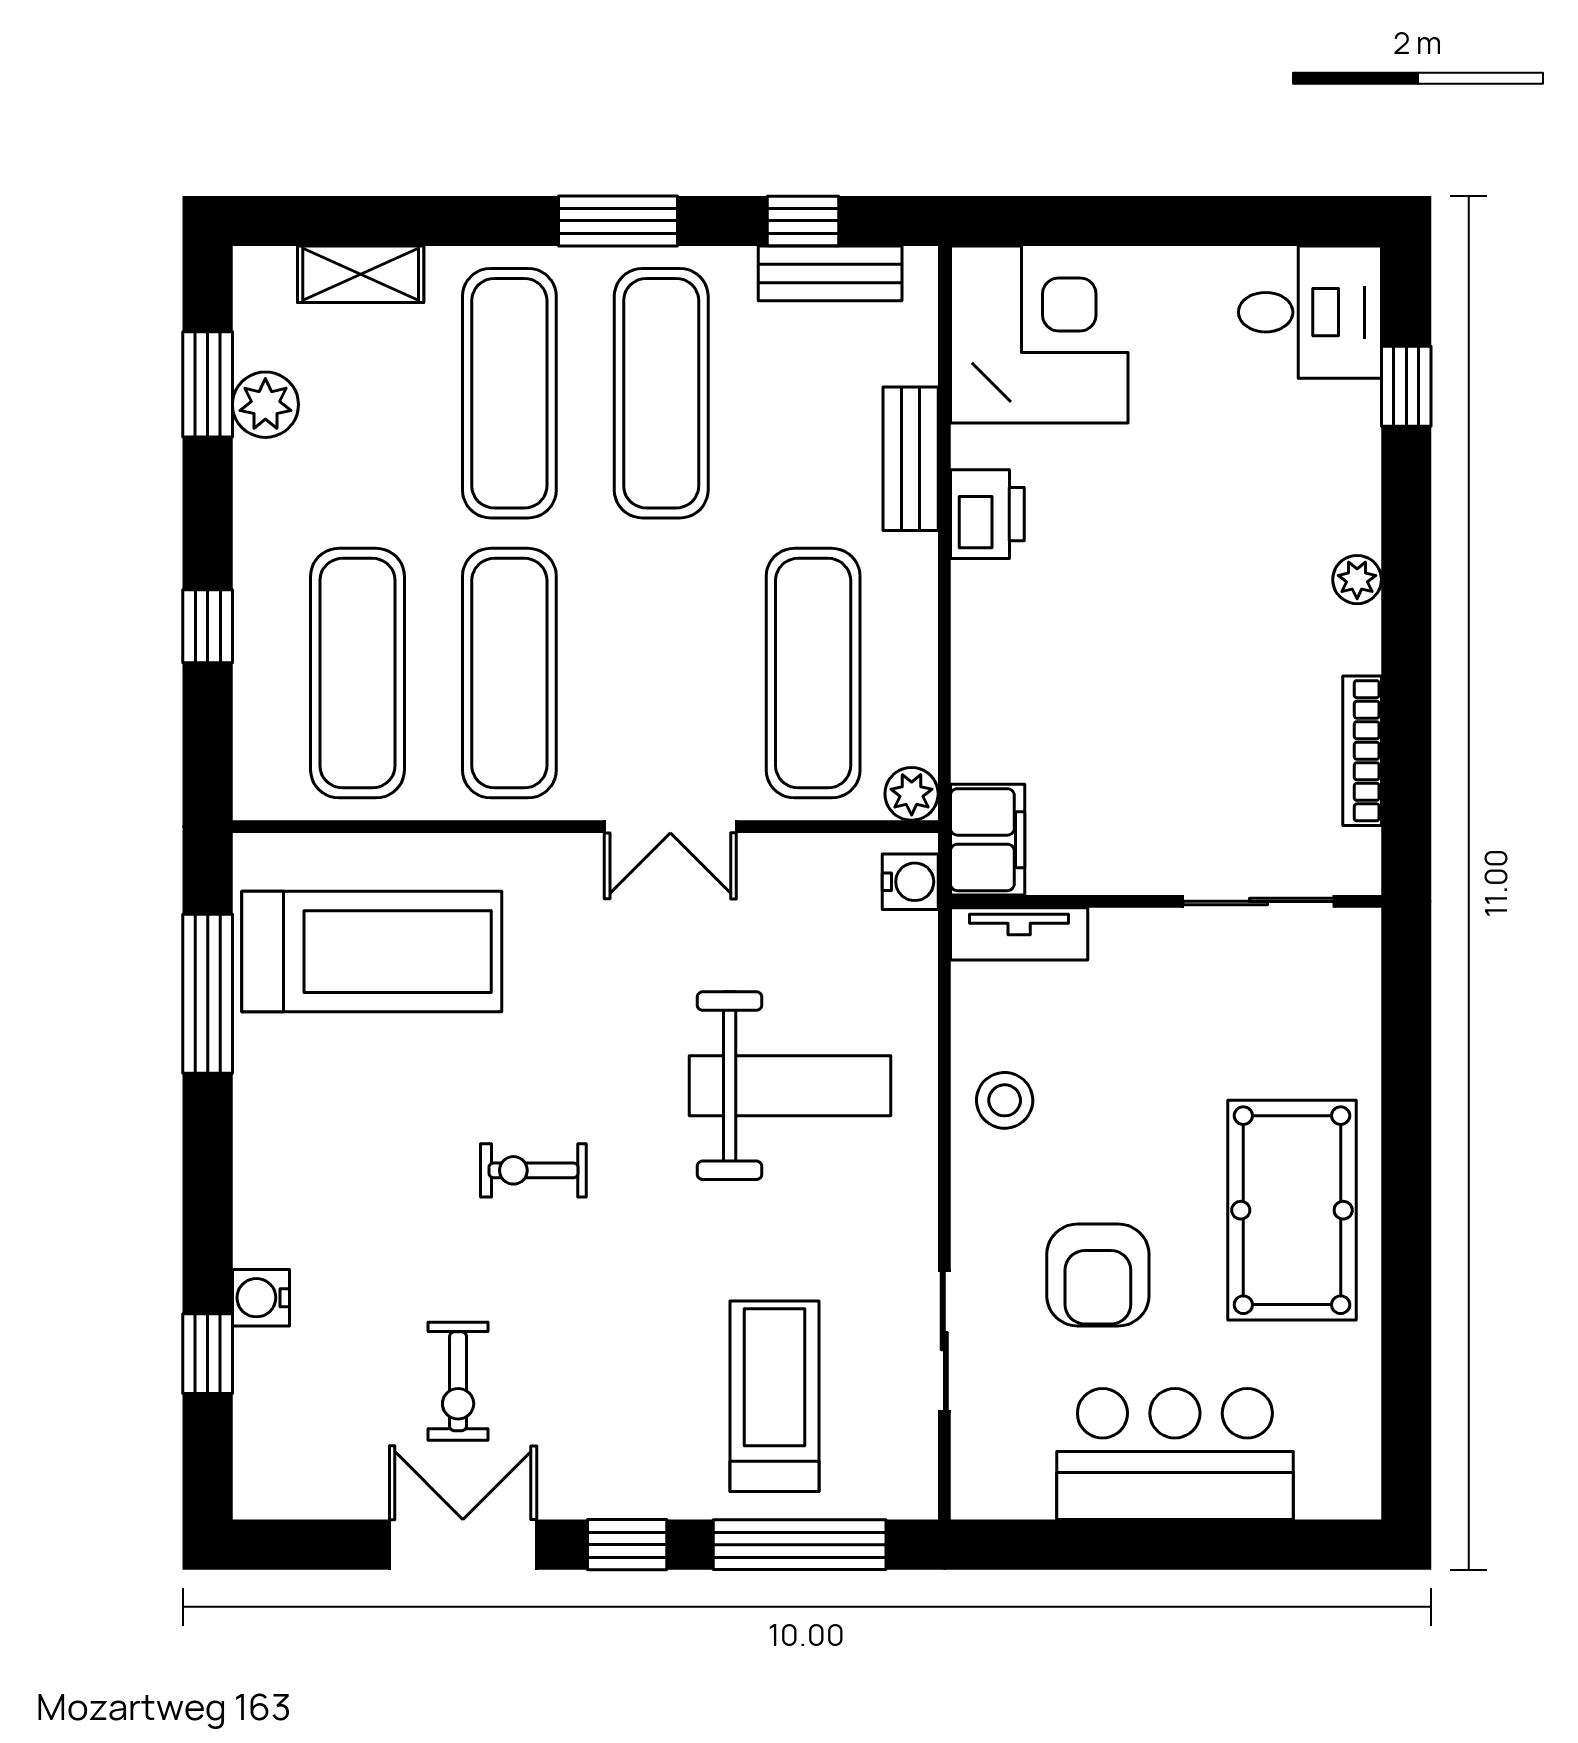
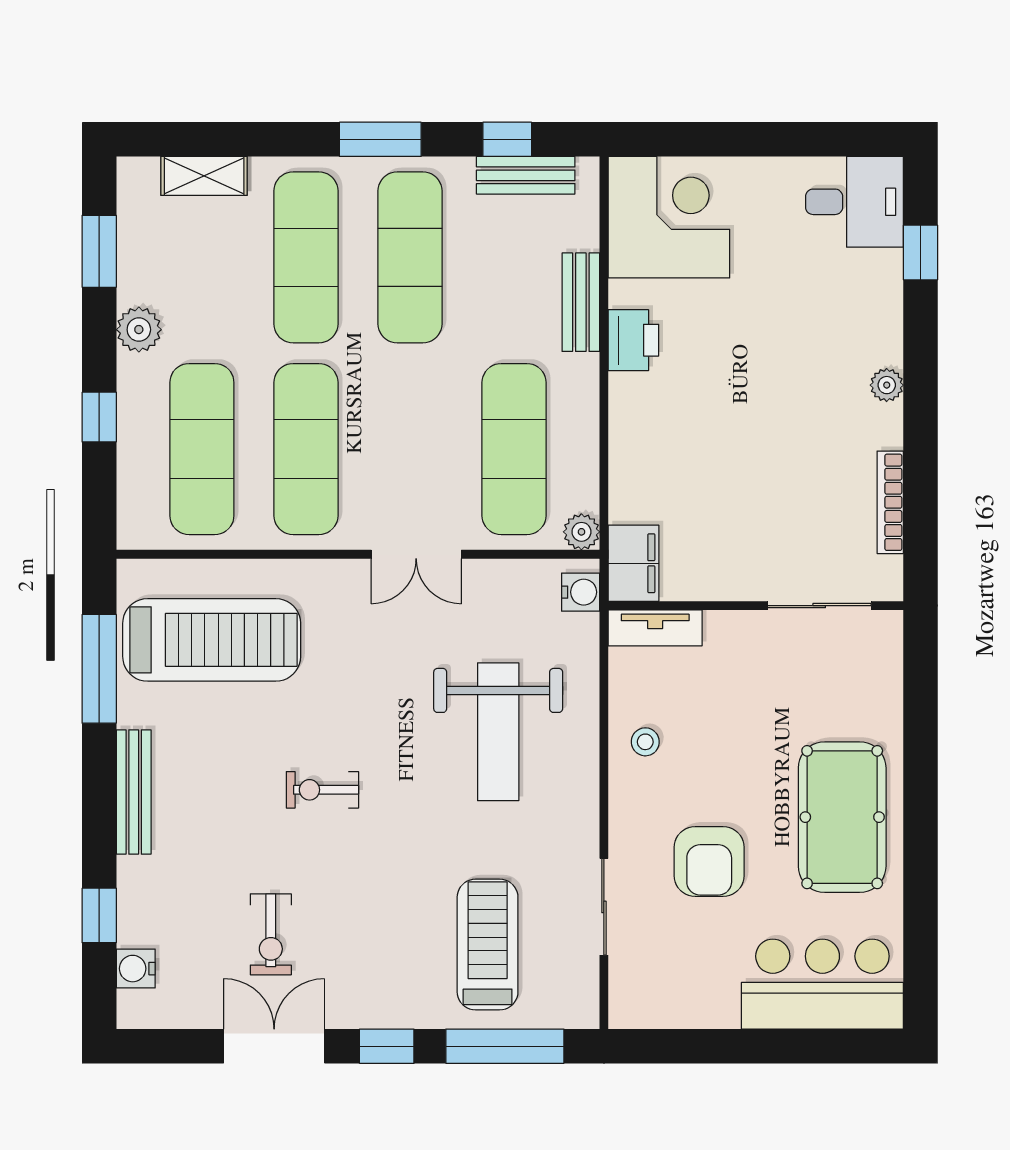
plant: (265, 405) -> (139, 330), moved
weight bench: (790, 1086) -> (498, 732), turned 90
stool: (1005, 1100) -> (645, 742), width x0.73, depth x0.73
bench: (258, 1174) -> (134, 792), added
water cooler: (261, 1298) -> (136, 969), moved
bar counter: (1175, 1454) -> (822, 984), moved

